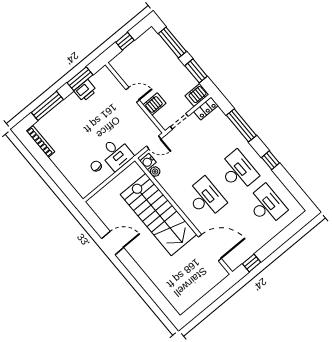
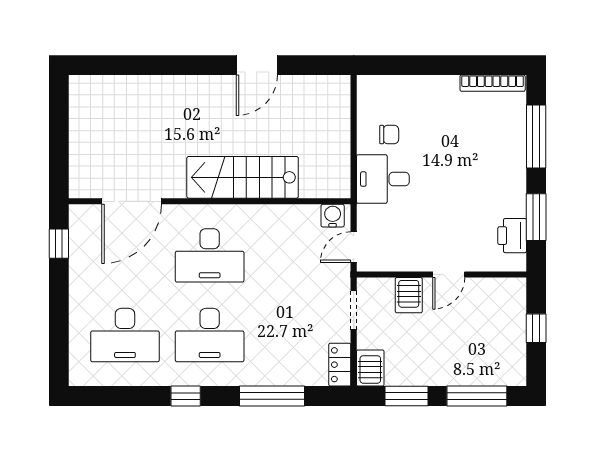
printer: (85, 91) -> (512, 236), moved
plant: (155, 172) -> (310, 214), removed
stairs: (159, 215) -> (243, 177), width x0.73, depth x0.66

